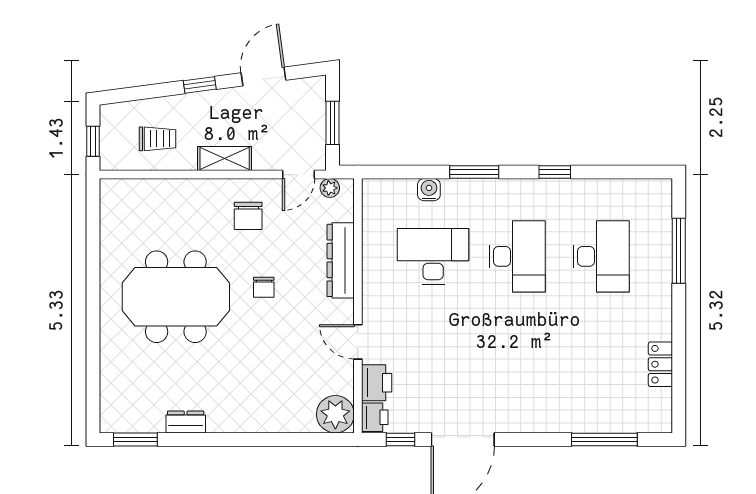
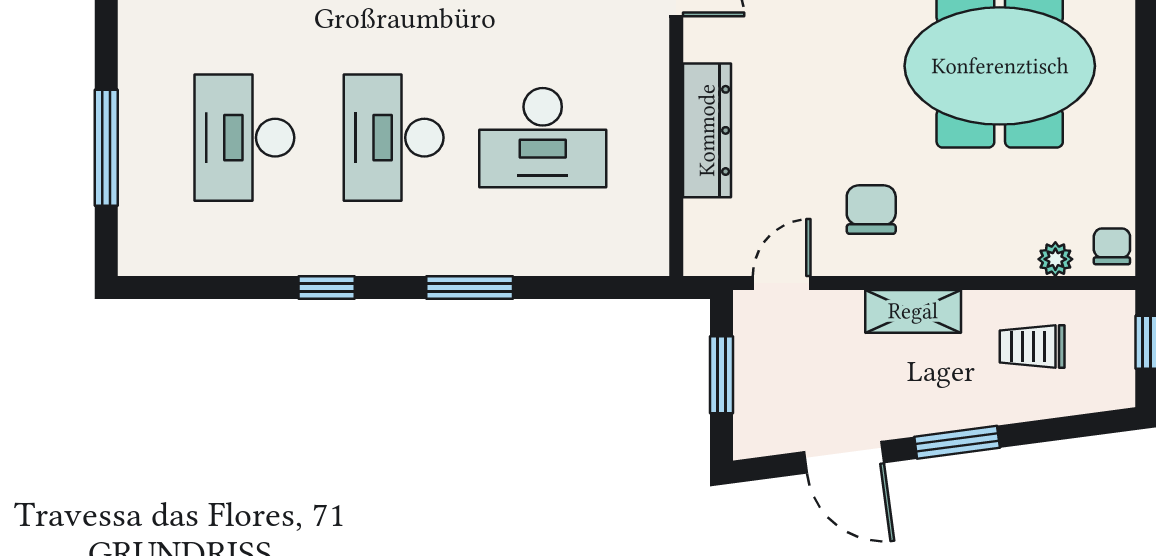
door: (263, 76) -> (844, 457), hinge flipped
window: (200, 85) -> (957, 442), width x1.50
plant: (330, 188) -> (1055, 259), moved
water cooler: (429, 190) -> (550, 256), removed
chair: (264, 287) -> (1112, 246), moved

